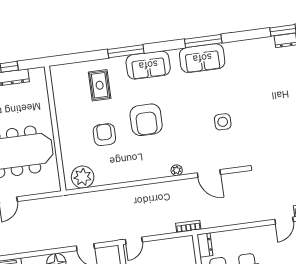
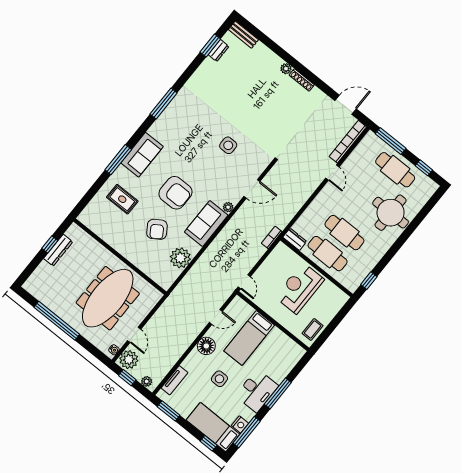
sofa: (202, 58) -> (206, 224), moved, turned 180
armchair: (104, 135) -> (157, 229), turned -124
plant: (83, 177) -> (180, 258), moved

